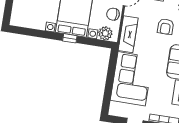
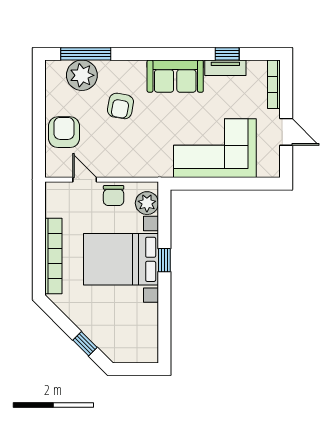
armchair: (166, 27) -> (120, 106), turned 100
fireplace: (128, 34) -> (143, 165), removed

